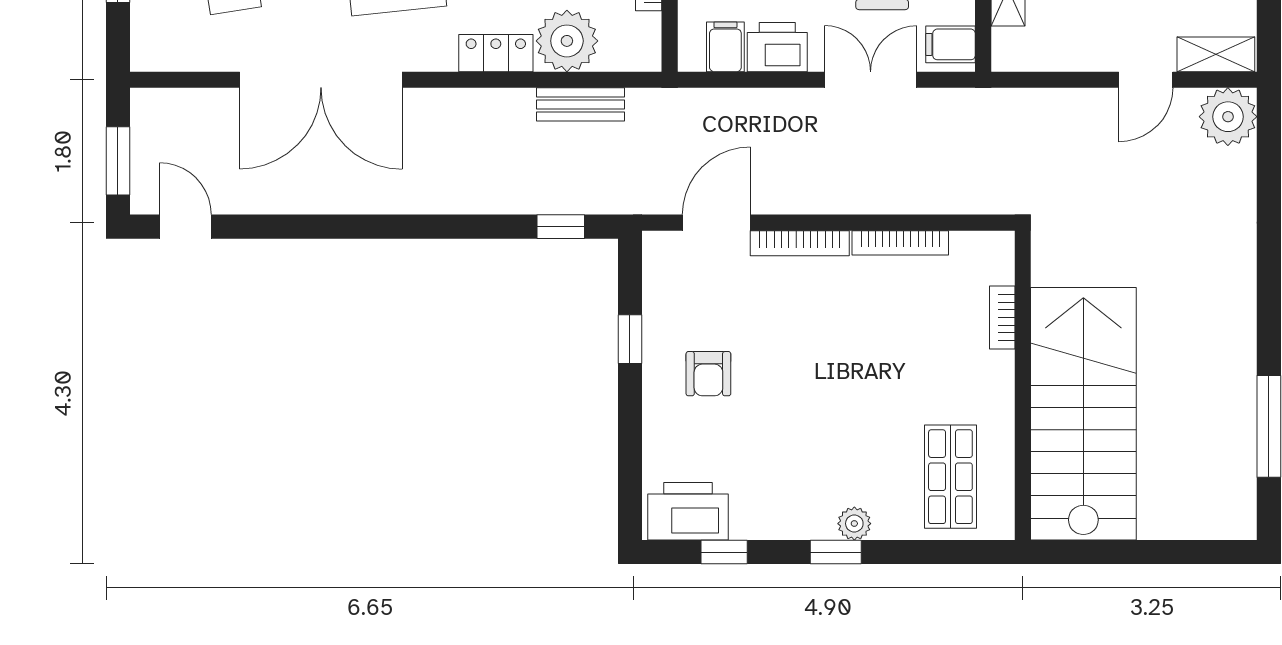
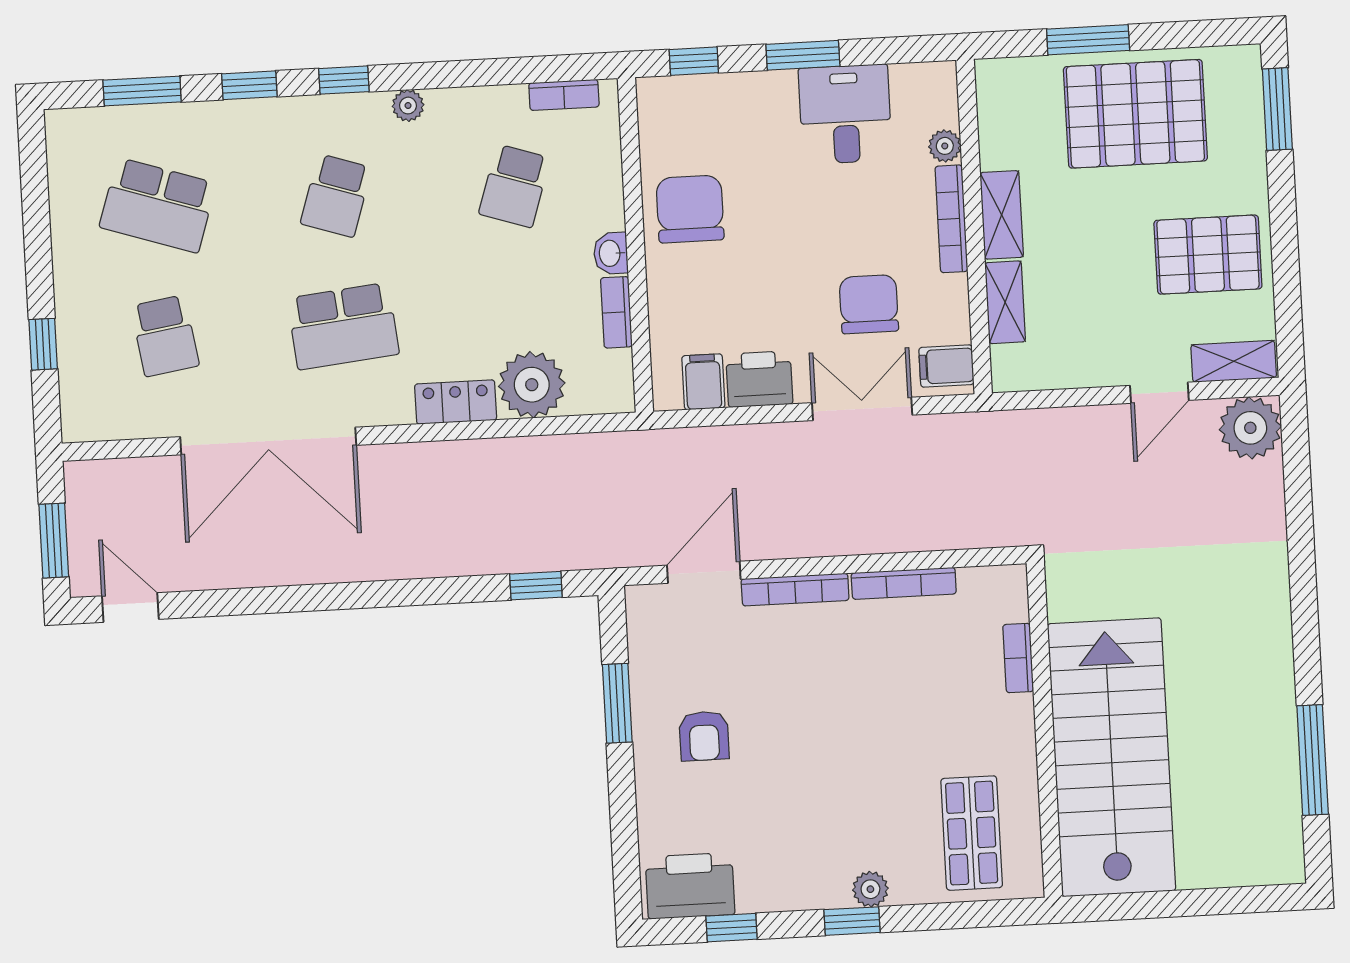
bench: (581, 104) -> (550, 453), removed
window: (630, 339) -> (617, 703), width x1.50

